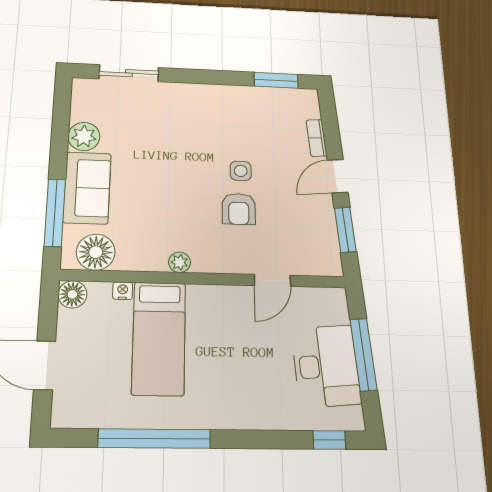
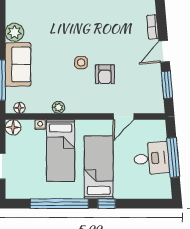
side table: (241, 171) -> (81, 63), moved
floor lamp: (96, 252) -> (19, 108), width x0.53, depth x0.53
plant: (179, 262) -> (58, 107), moved
desk: (326, 366) -> (151, 158), width x0.73
bed: (229, 370) -> (99, 167), added
window: (329, 440) -> (107, 204), moved

